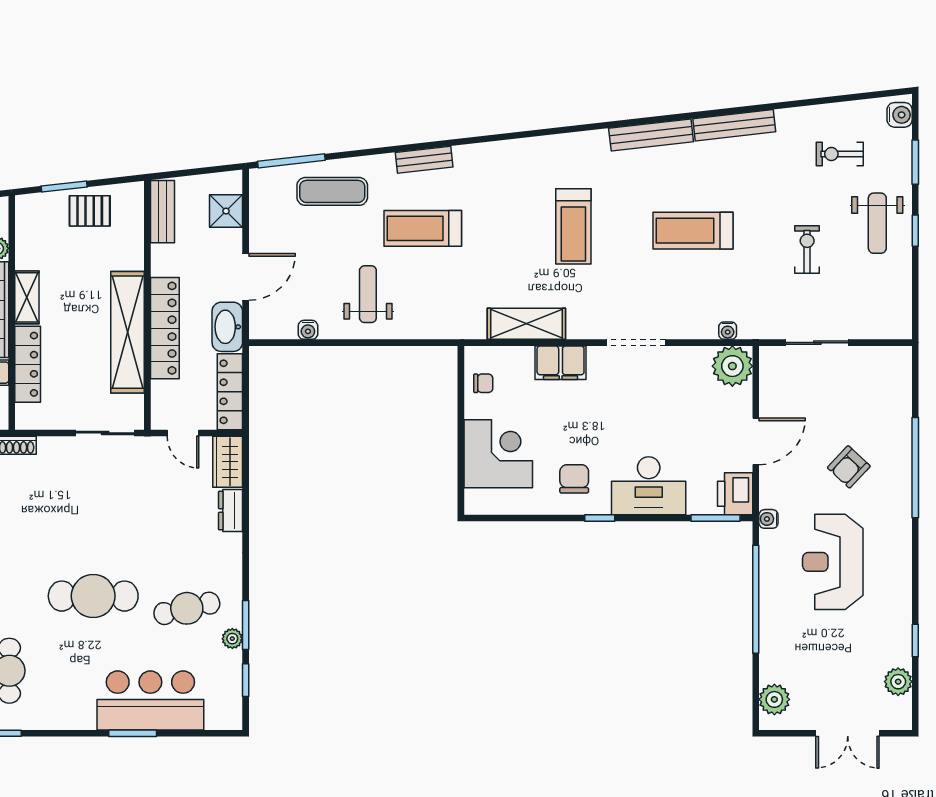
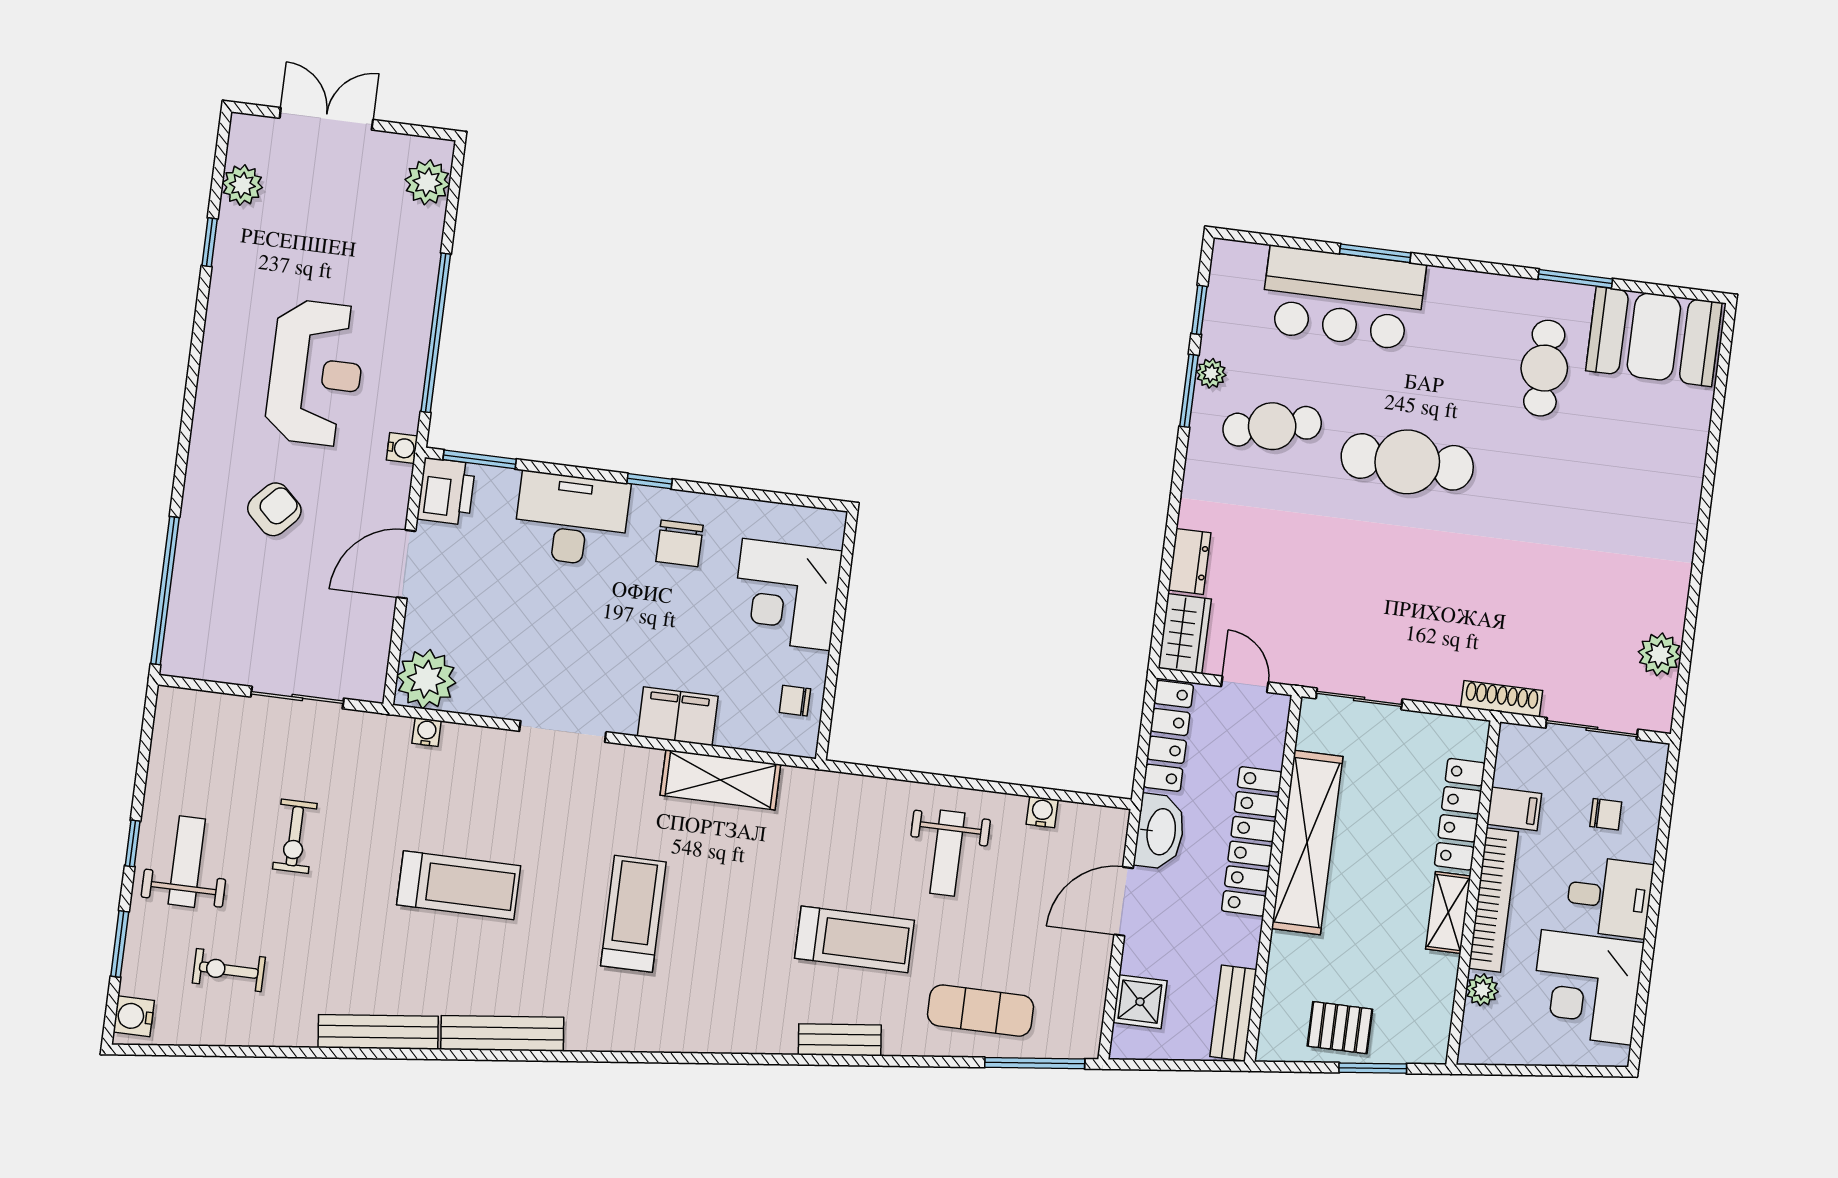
exercise bike: (840, 154) -> (229, 970), turned 180
window: (915, 468) -> (165, 591), moved

